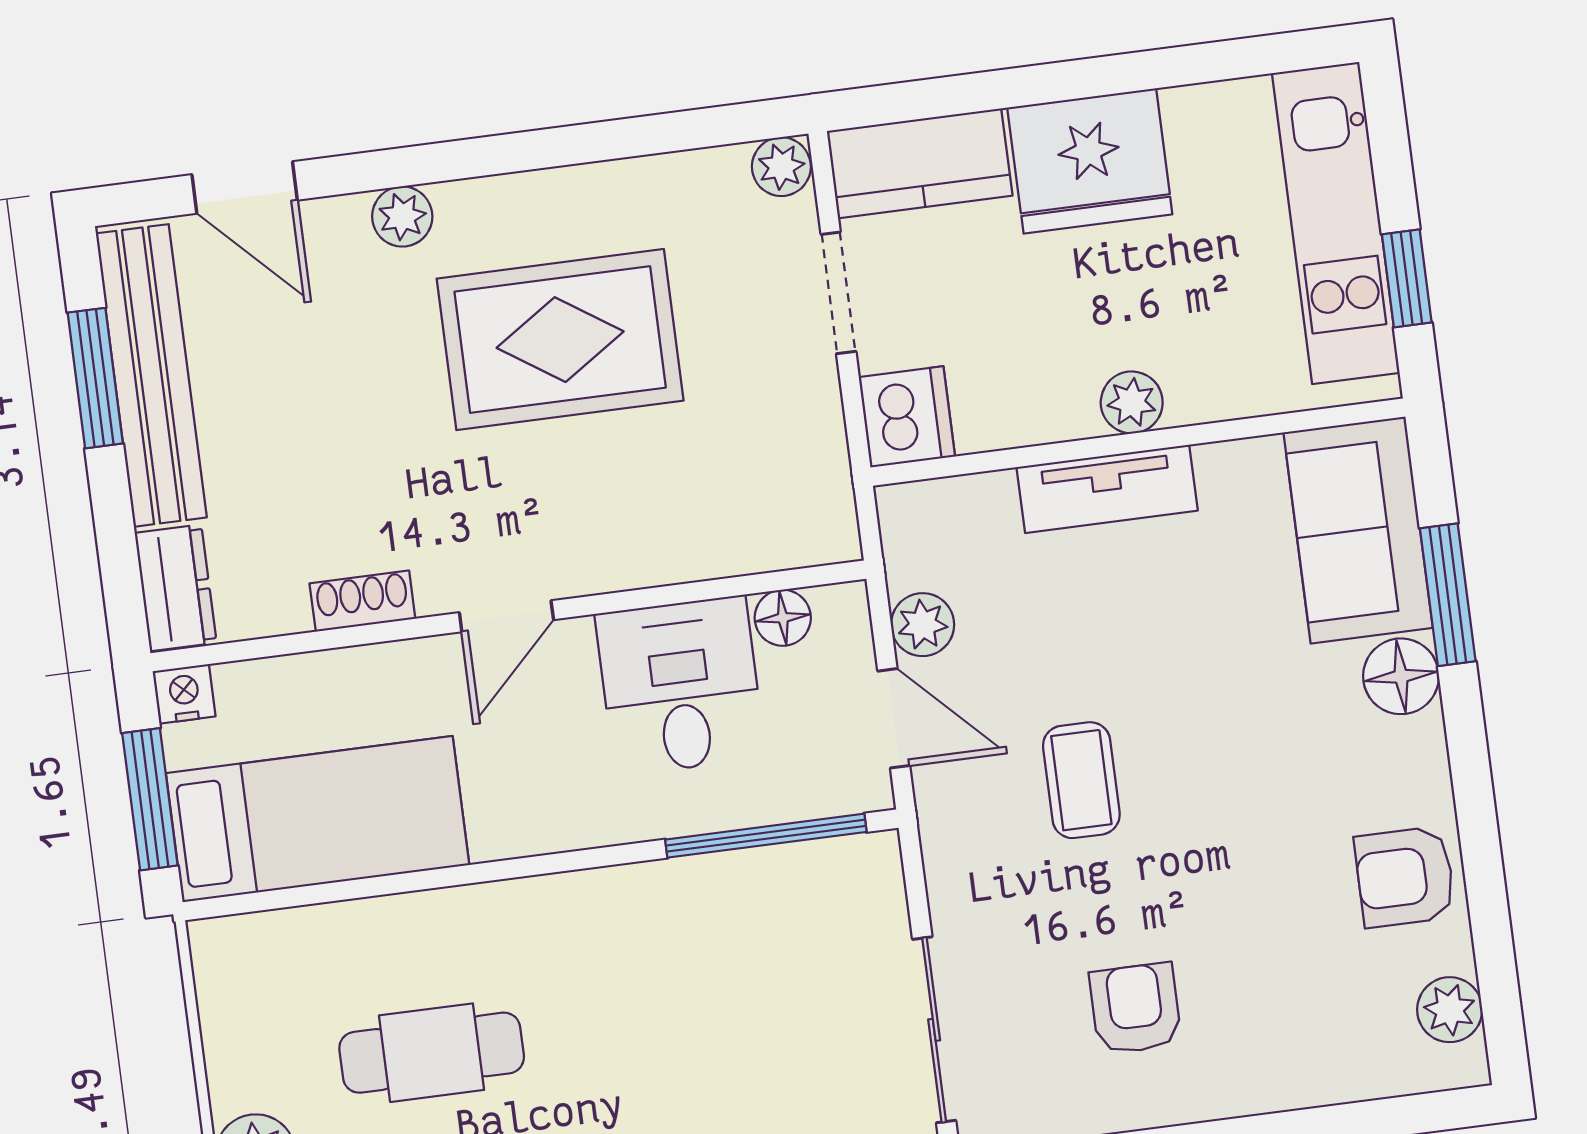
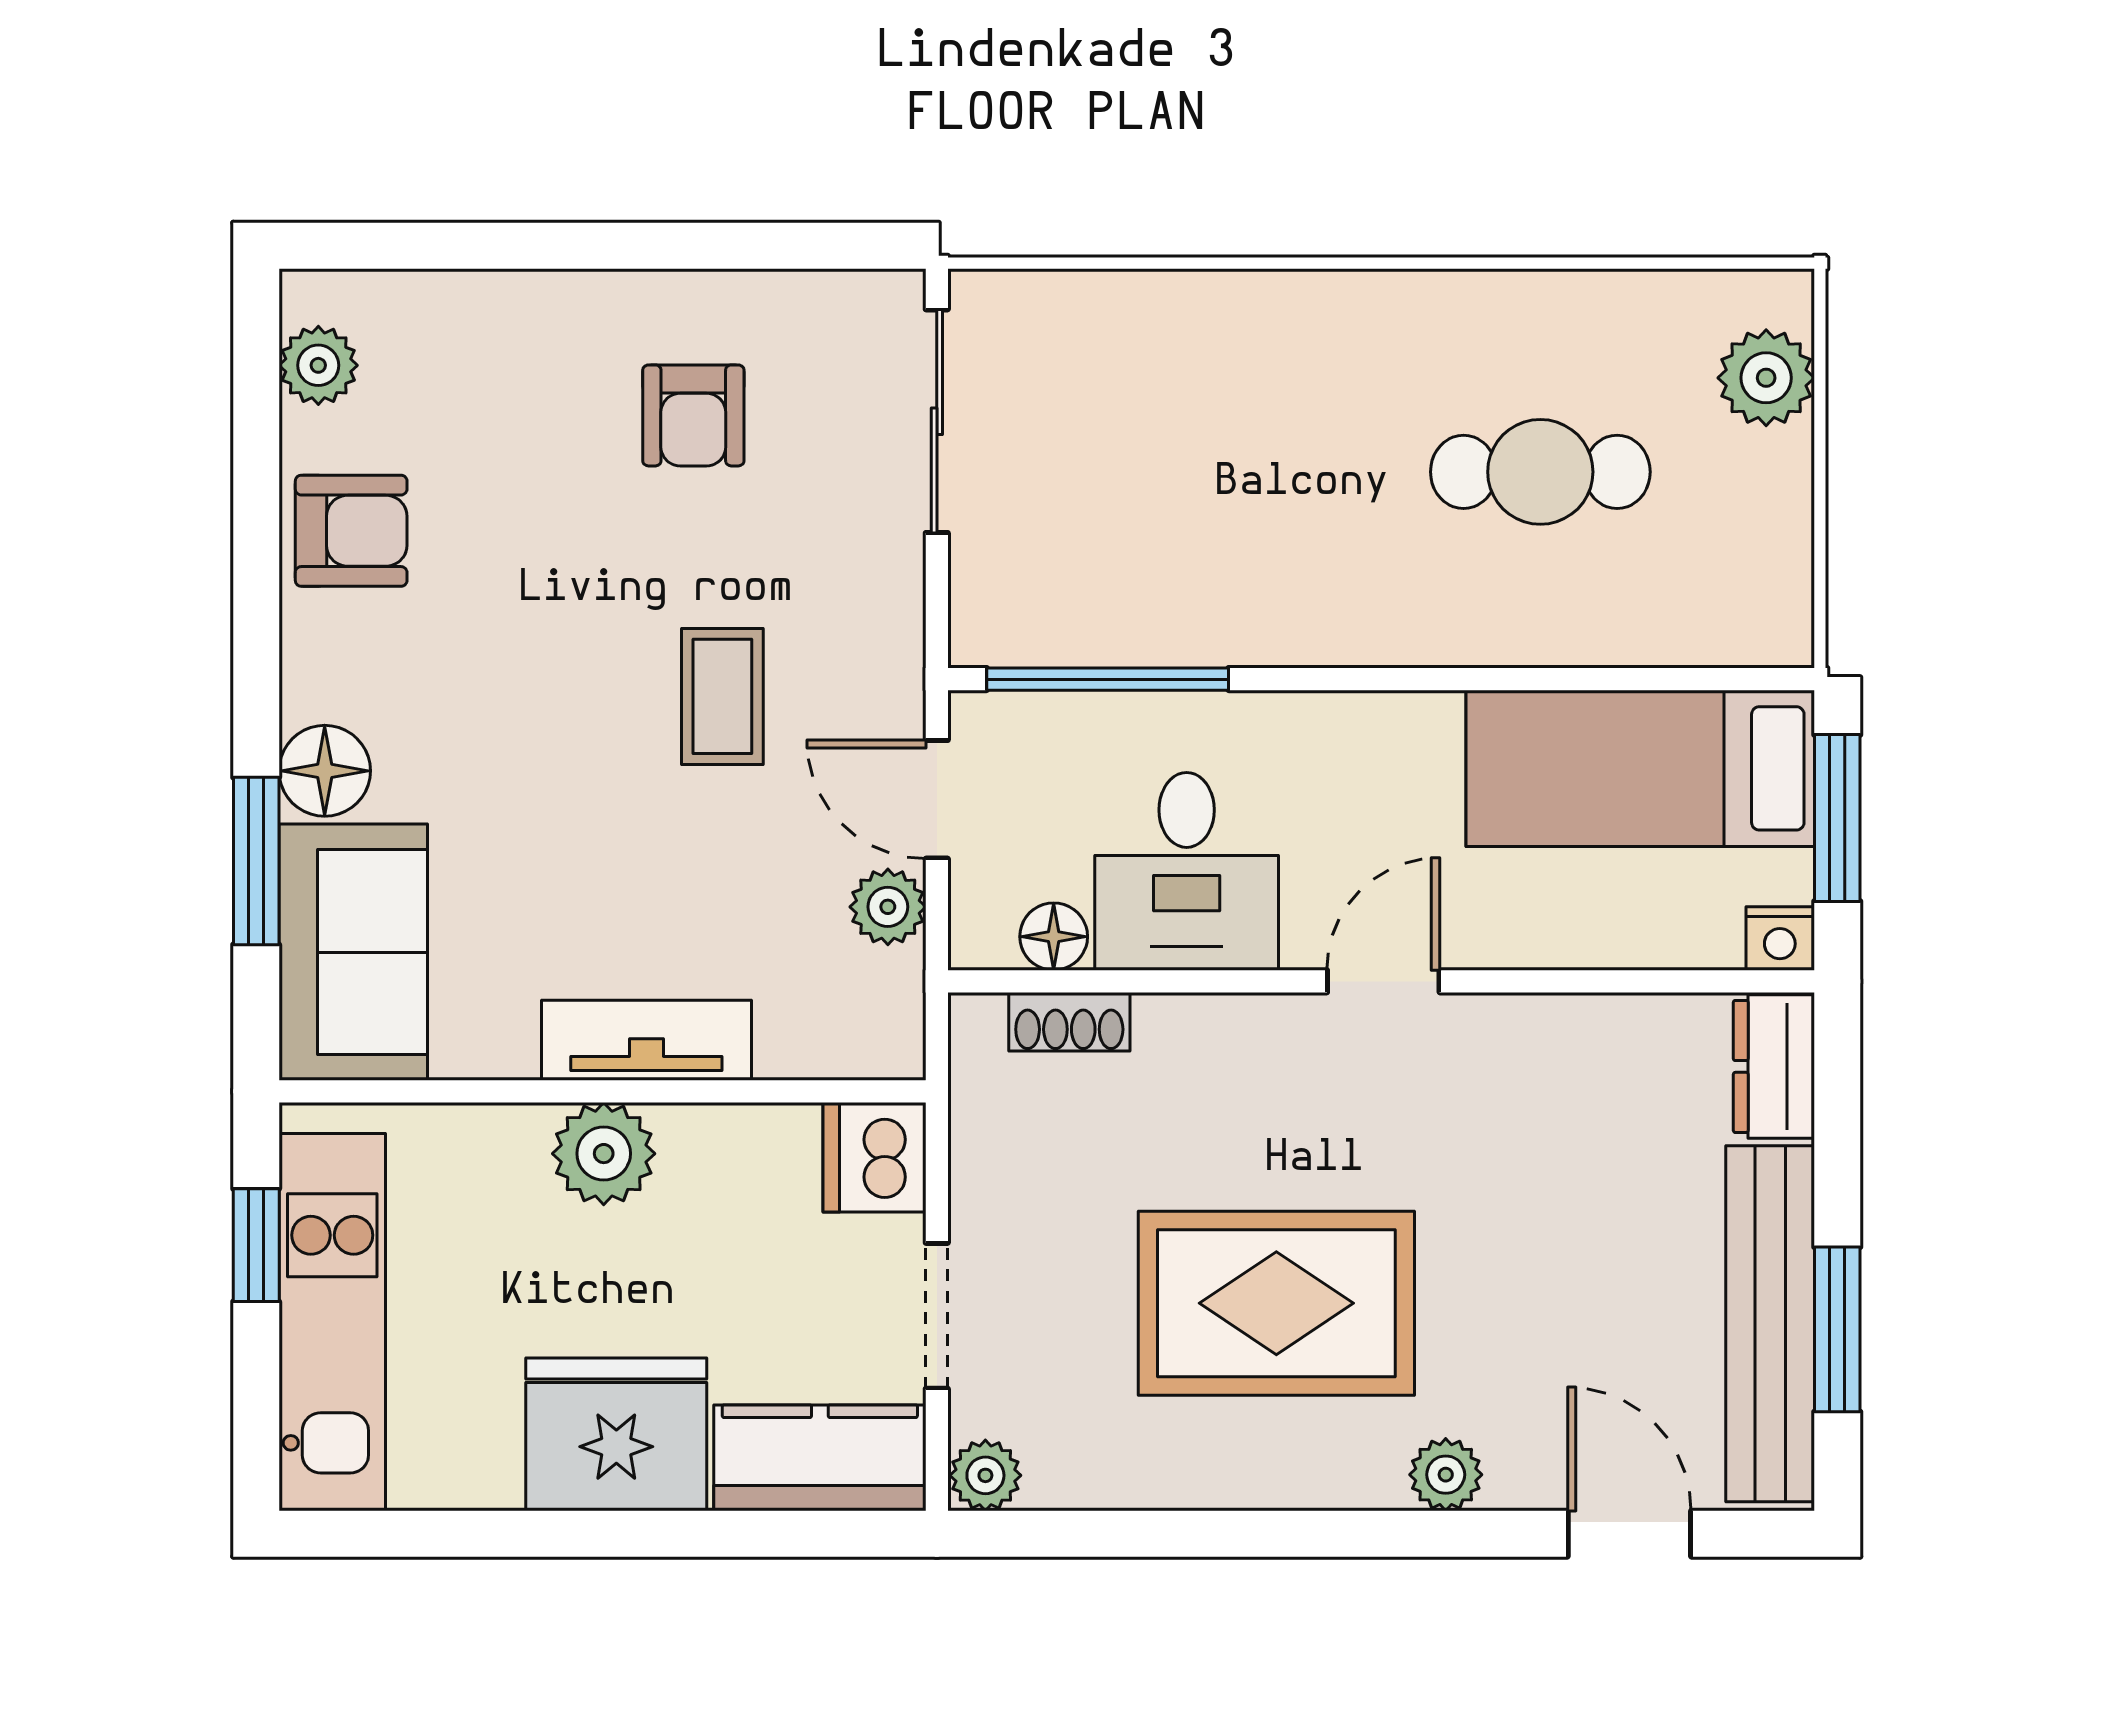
plant: (1132, 402) -> (604, 1154), width x1.38, depth x1.38
shoe rack: (362, 601) -> (1069, 1022), moved

